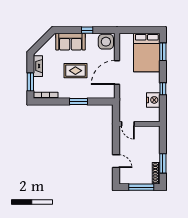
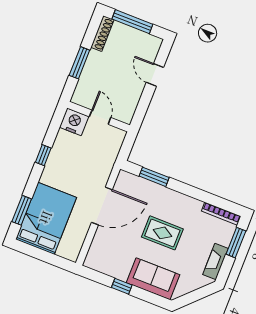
side table: (106, 42) -> (100, 258), removed
nightstand: (153, 100) -> (74, 122), moved, turned 90
window: (79, 101) -> (154, 177), moved
door: (128, 124) -> (100, 117), moved
window: (163, 163) -> (79, 63), moved

